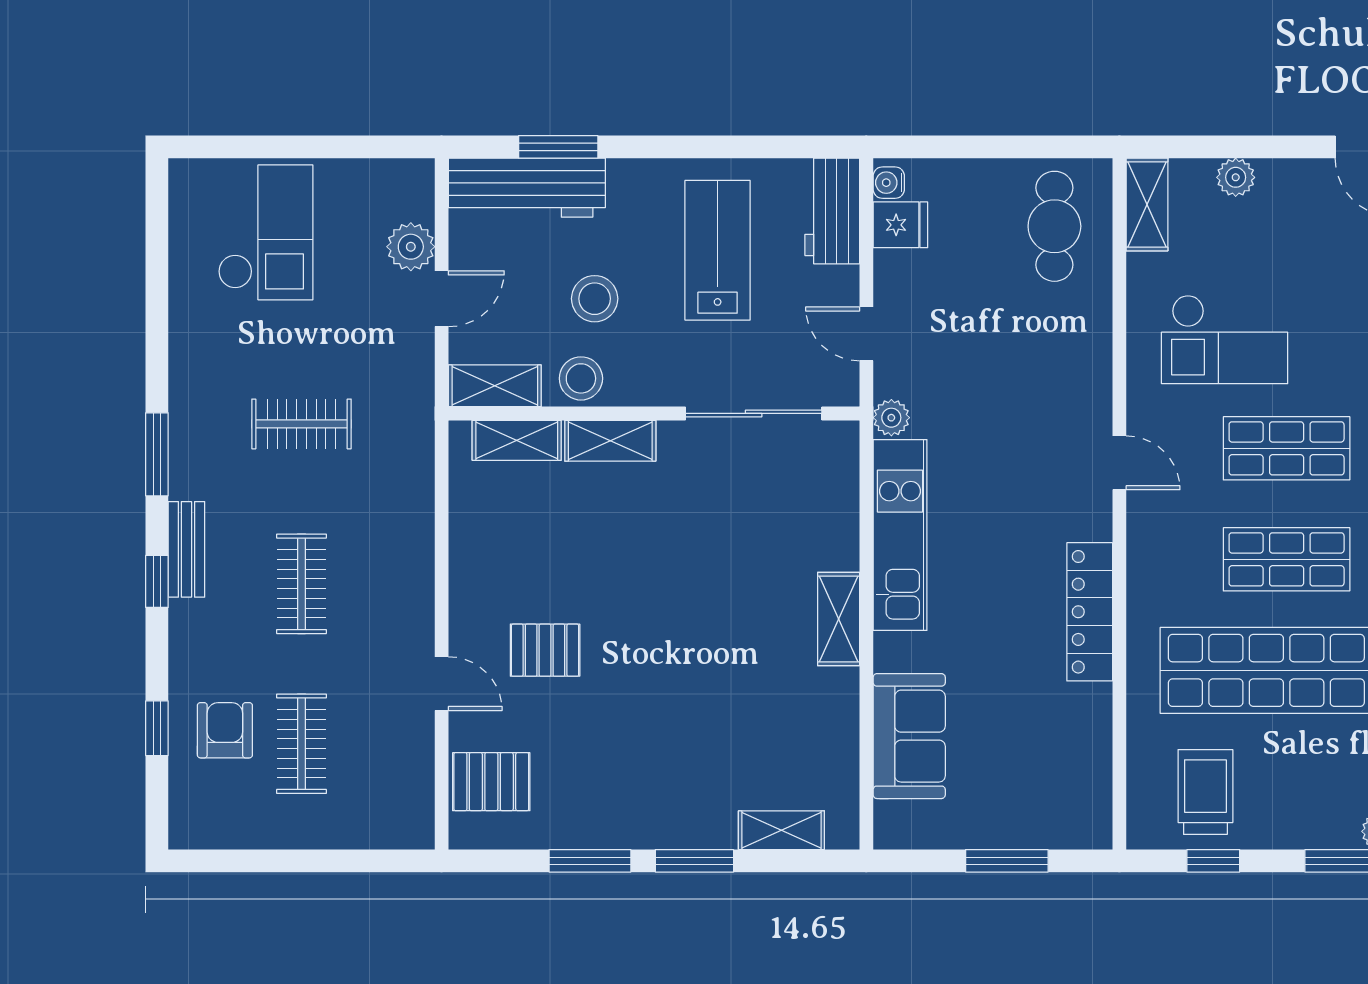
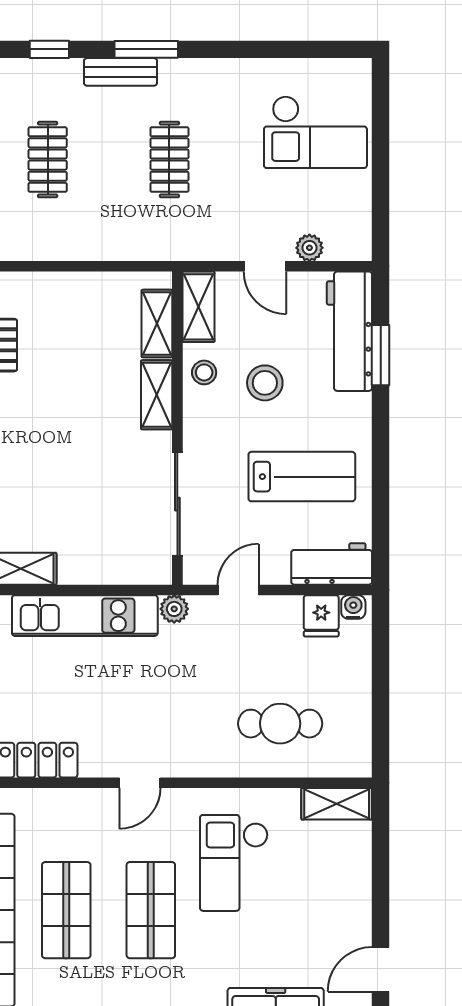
plant: (1236, 177) -> (357, 871), removed
cafe table: (1054, 226) -> (280, 724), moved
plant: (411, 247) -> (309, 248), width x0.73, depth x0.73
stool: (581, 378) -> (204, 372), width x0.73, depth x0.73
bench: (186, 549) -> (121, 72), moved
clothes rail: (302, 584) -> (48, 160), turned 90

